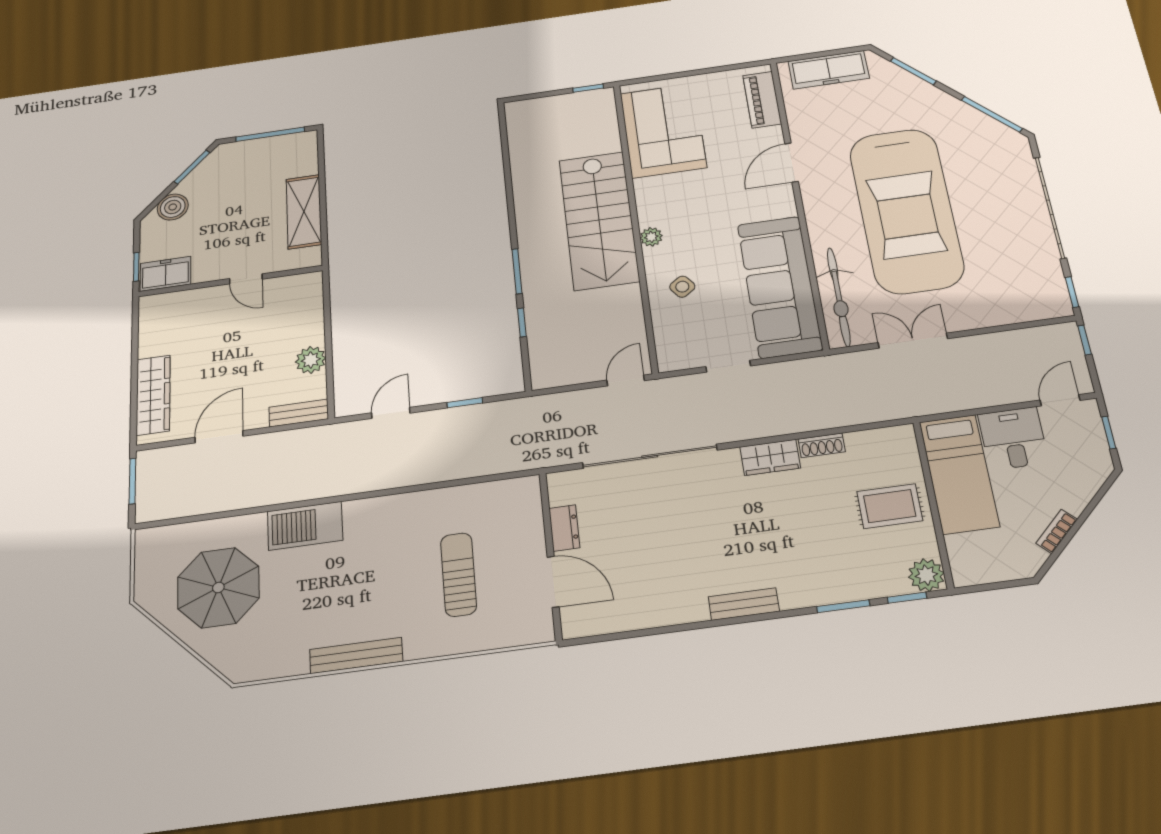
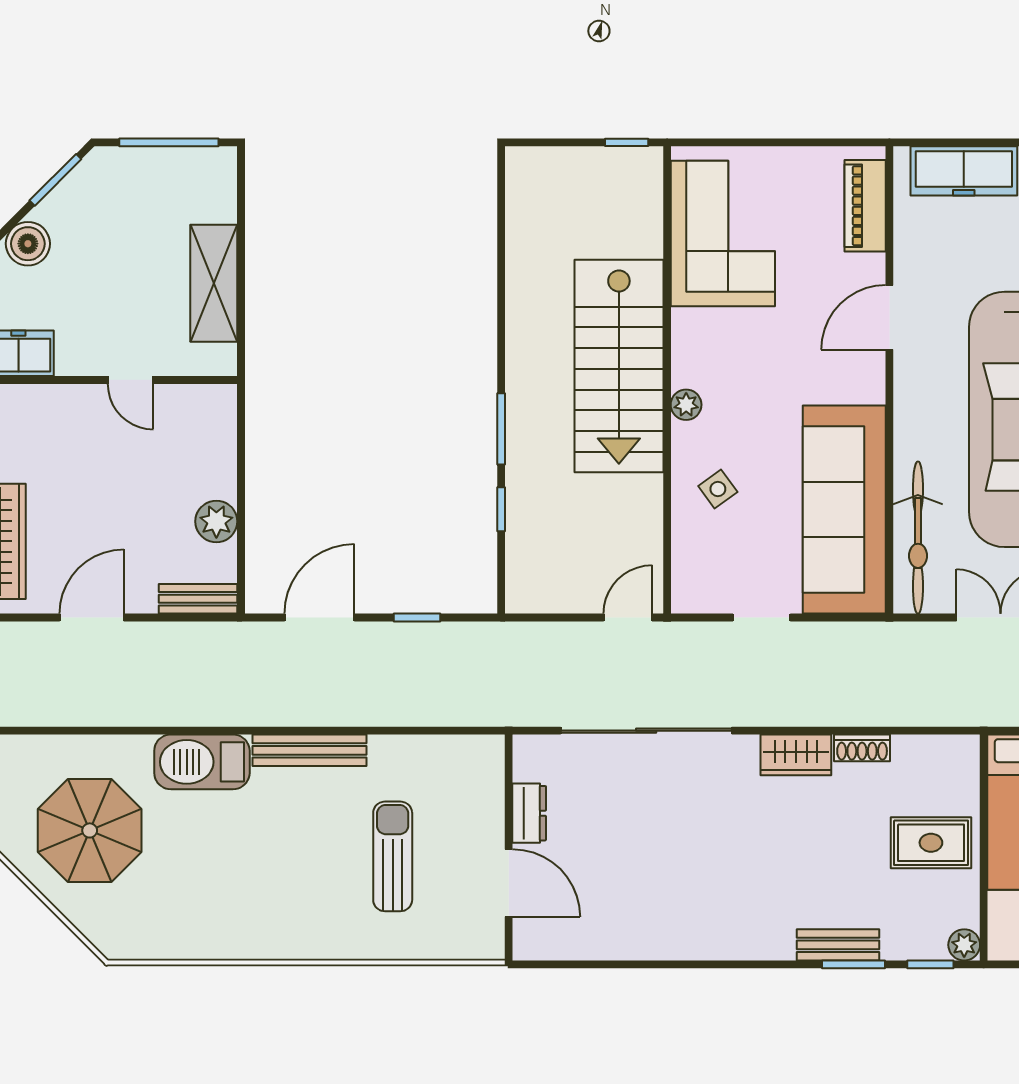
door: (391, 413) -> (319, 618), width x1.38
plant: (926, 575) -> (964, 945), width x0.73, depth x0.73
bench: (744, 604) -> (838, 945), moved
bench: (356, 655) -> (309, 750), moved

